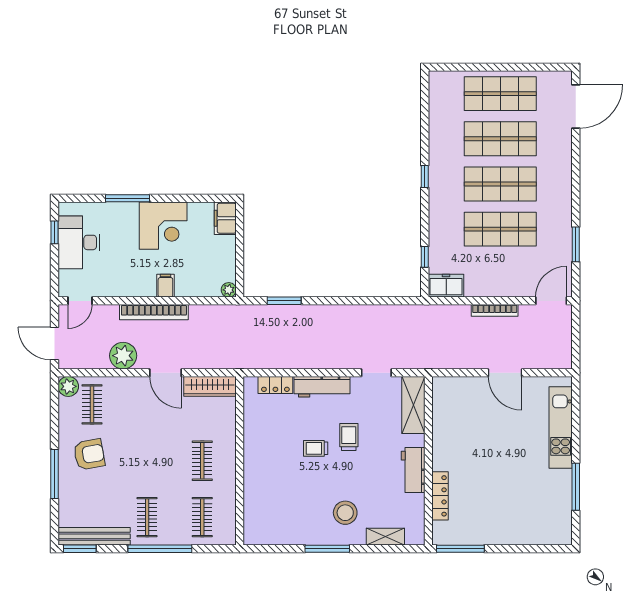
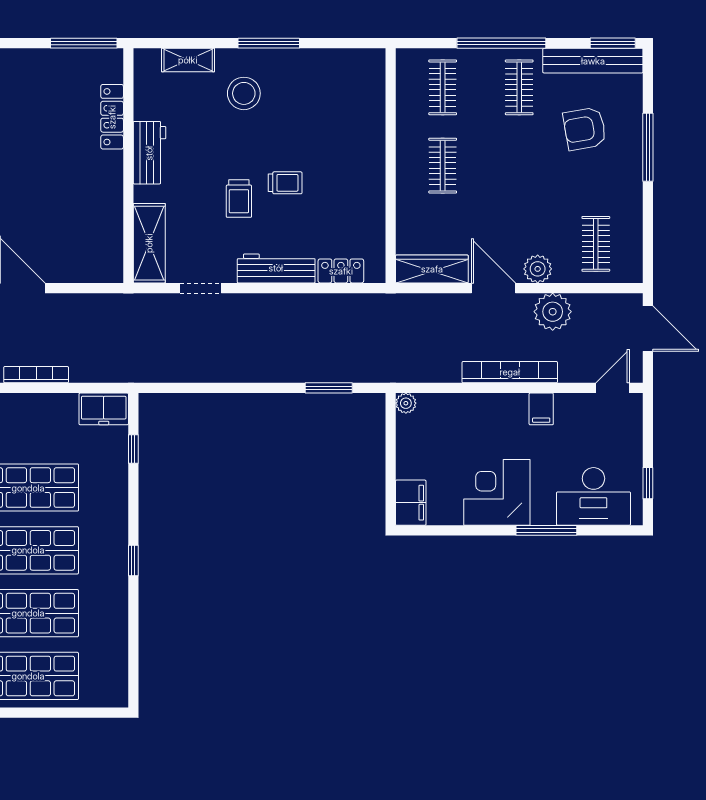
desk: (79, 242) -> (593, 496), moved, turned 90
filing cabinet: (165, 286) -> (541, 409), moved
plant: (68, 386) -> (538, 269), moved
armchair: (89, 454) -> (585, 129), moved

